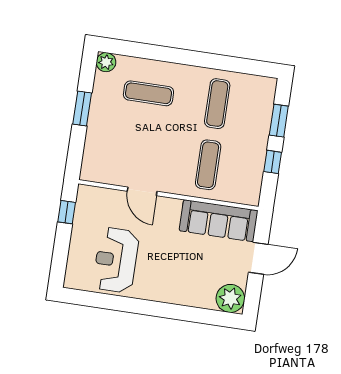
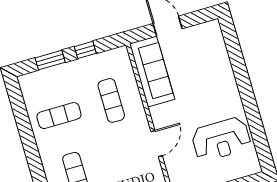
exercise mat: (208, 165) -> (111, 100), turned 90
plant: (230, 298) -> (210, 34), removed

